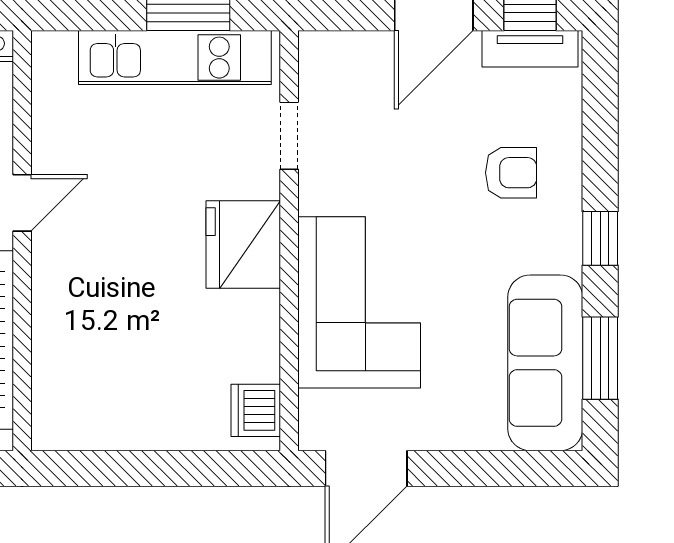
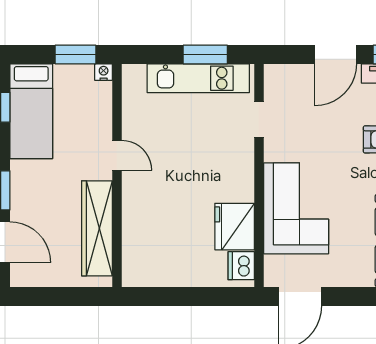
door: (22, 203) -> (117, 155), hinge flipped
fridge: (243, 244) -> (235, 227), moved

